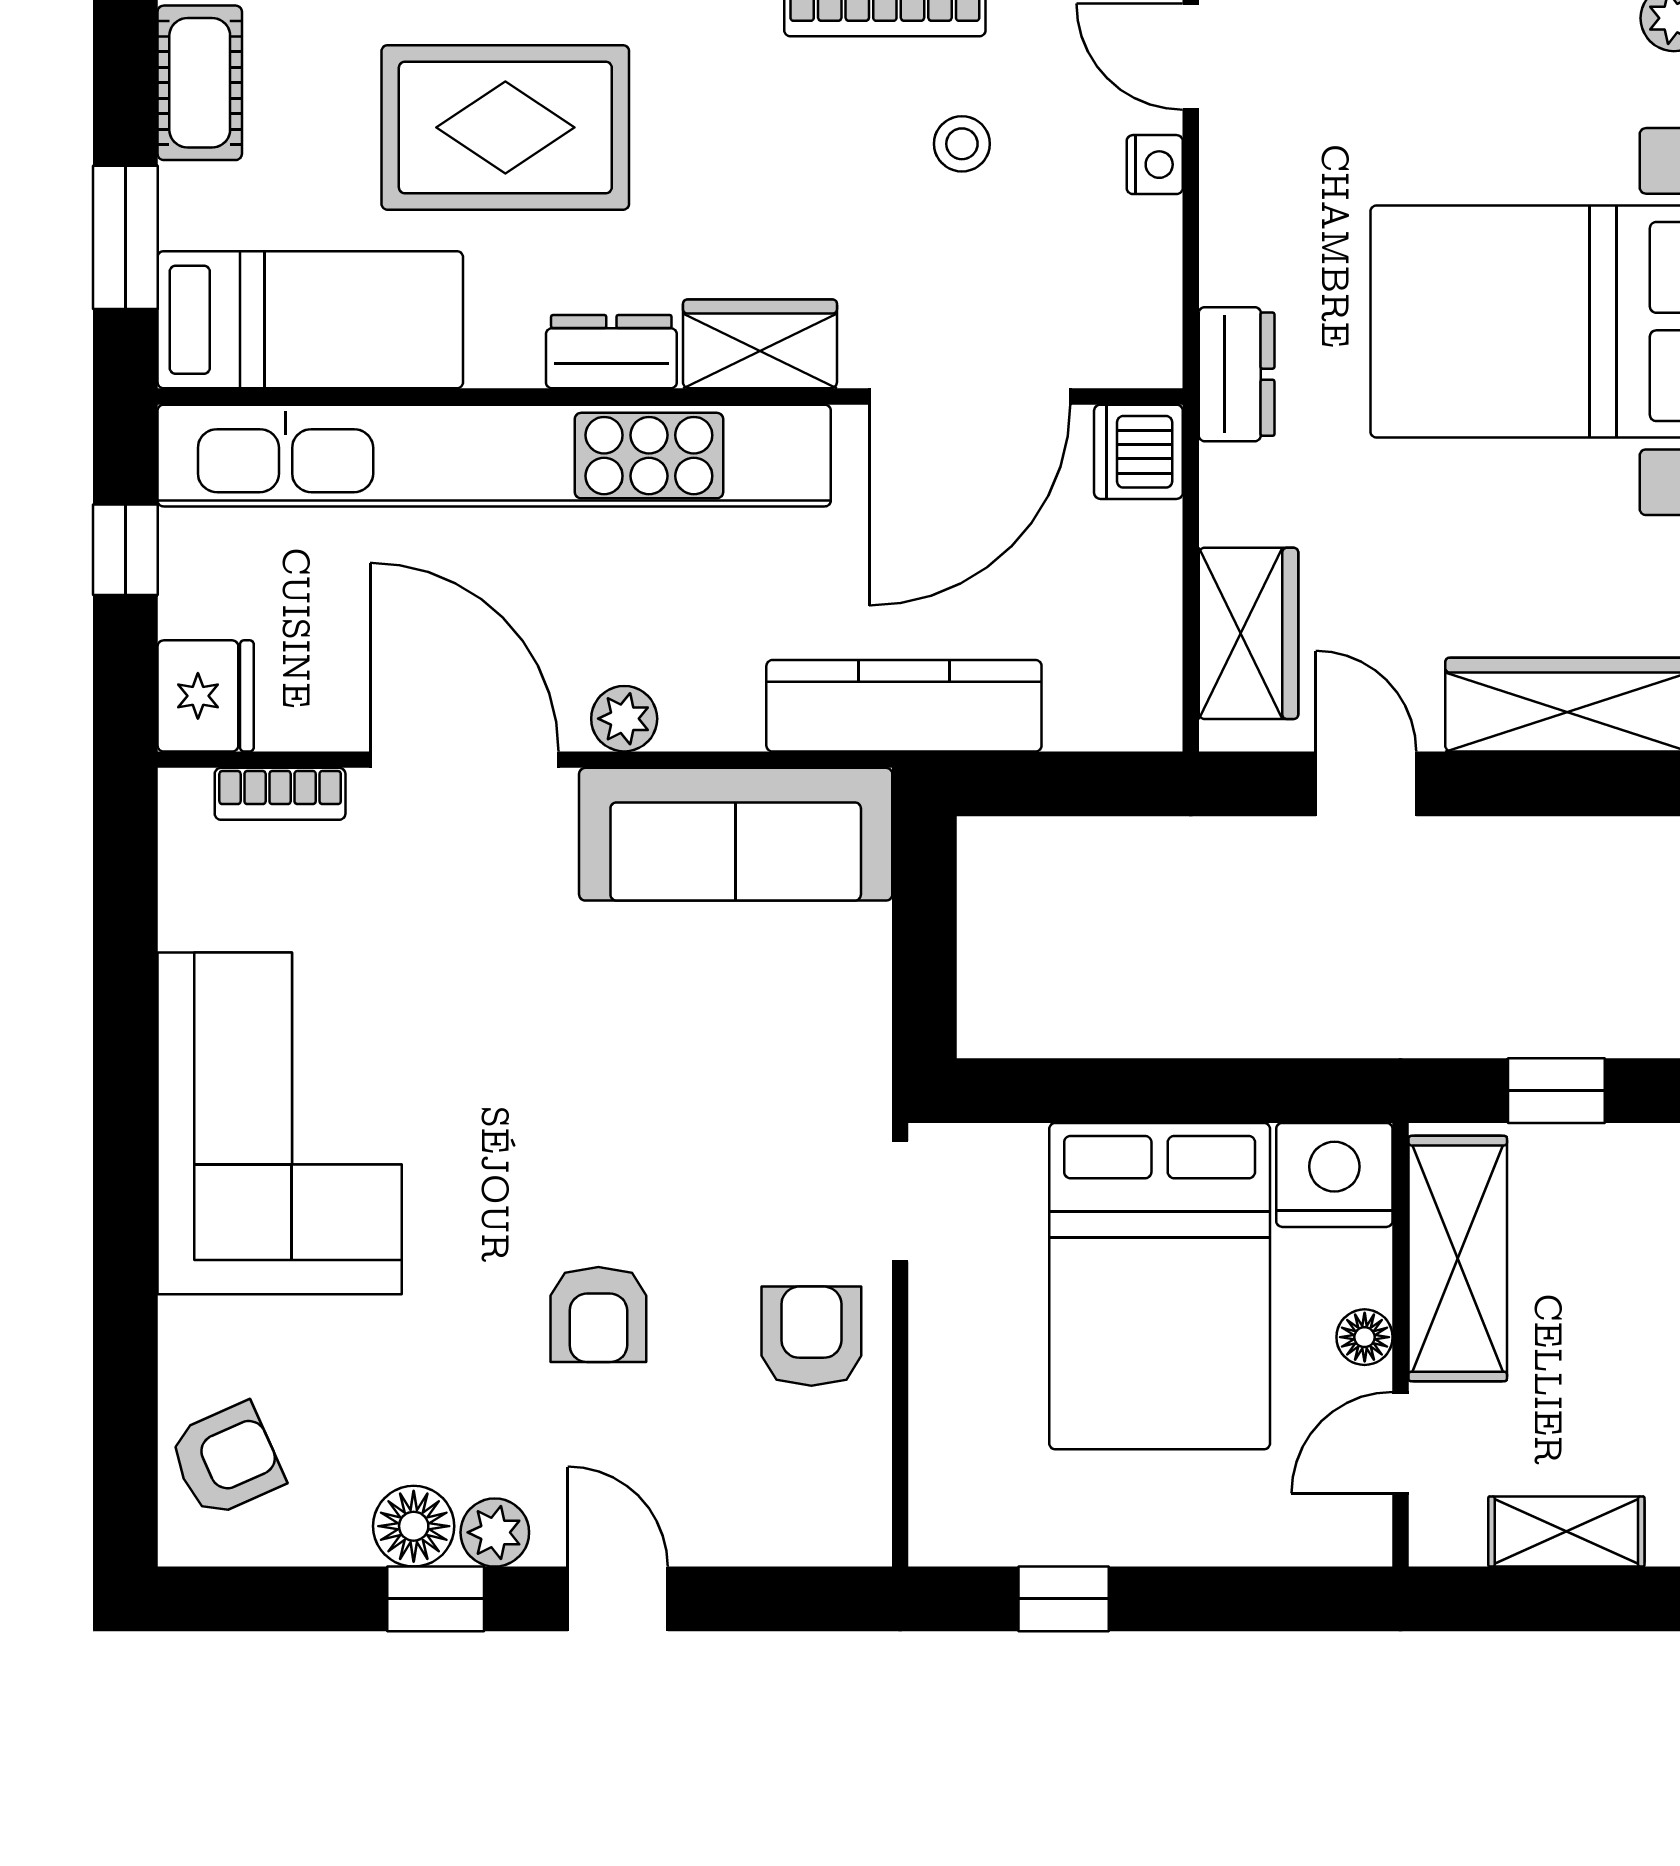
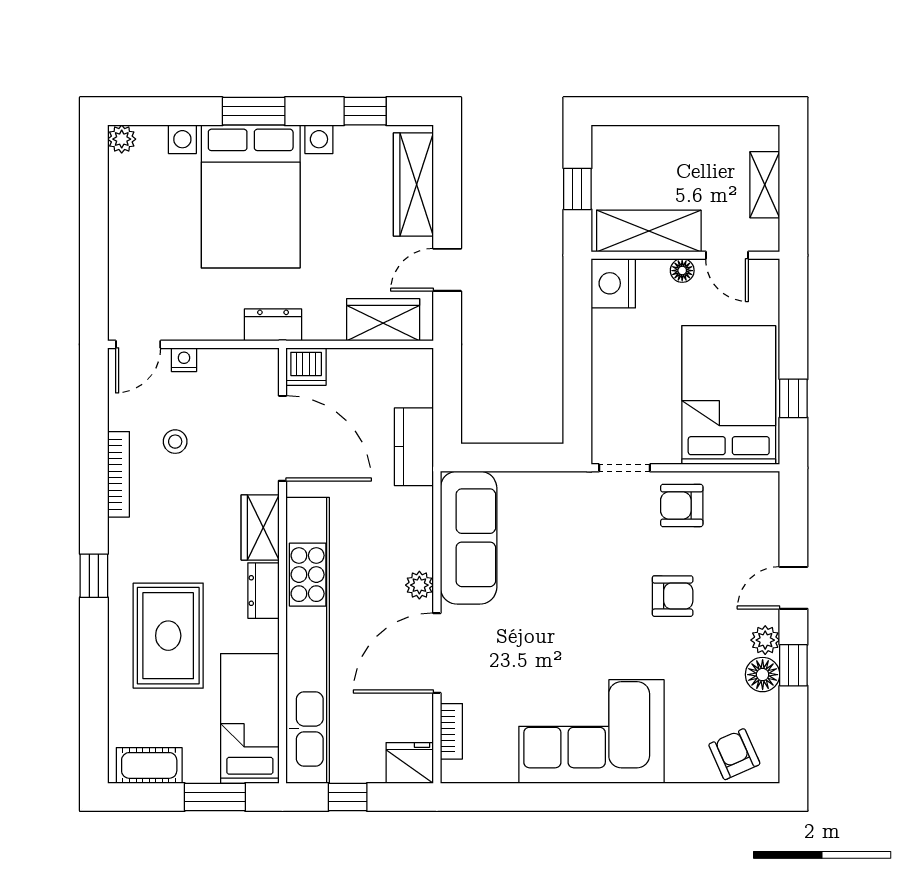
kitchen counter: (904, 706) -> (414, 447), width x0.67
bed: (1160, 1286) -> (729, 395), moved, turned -90

